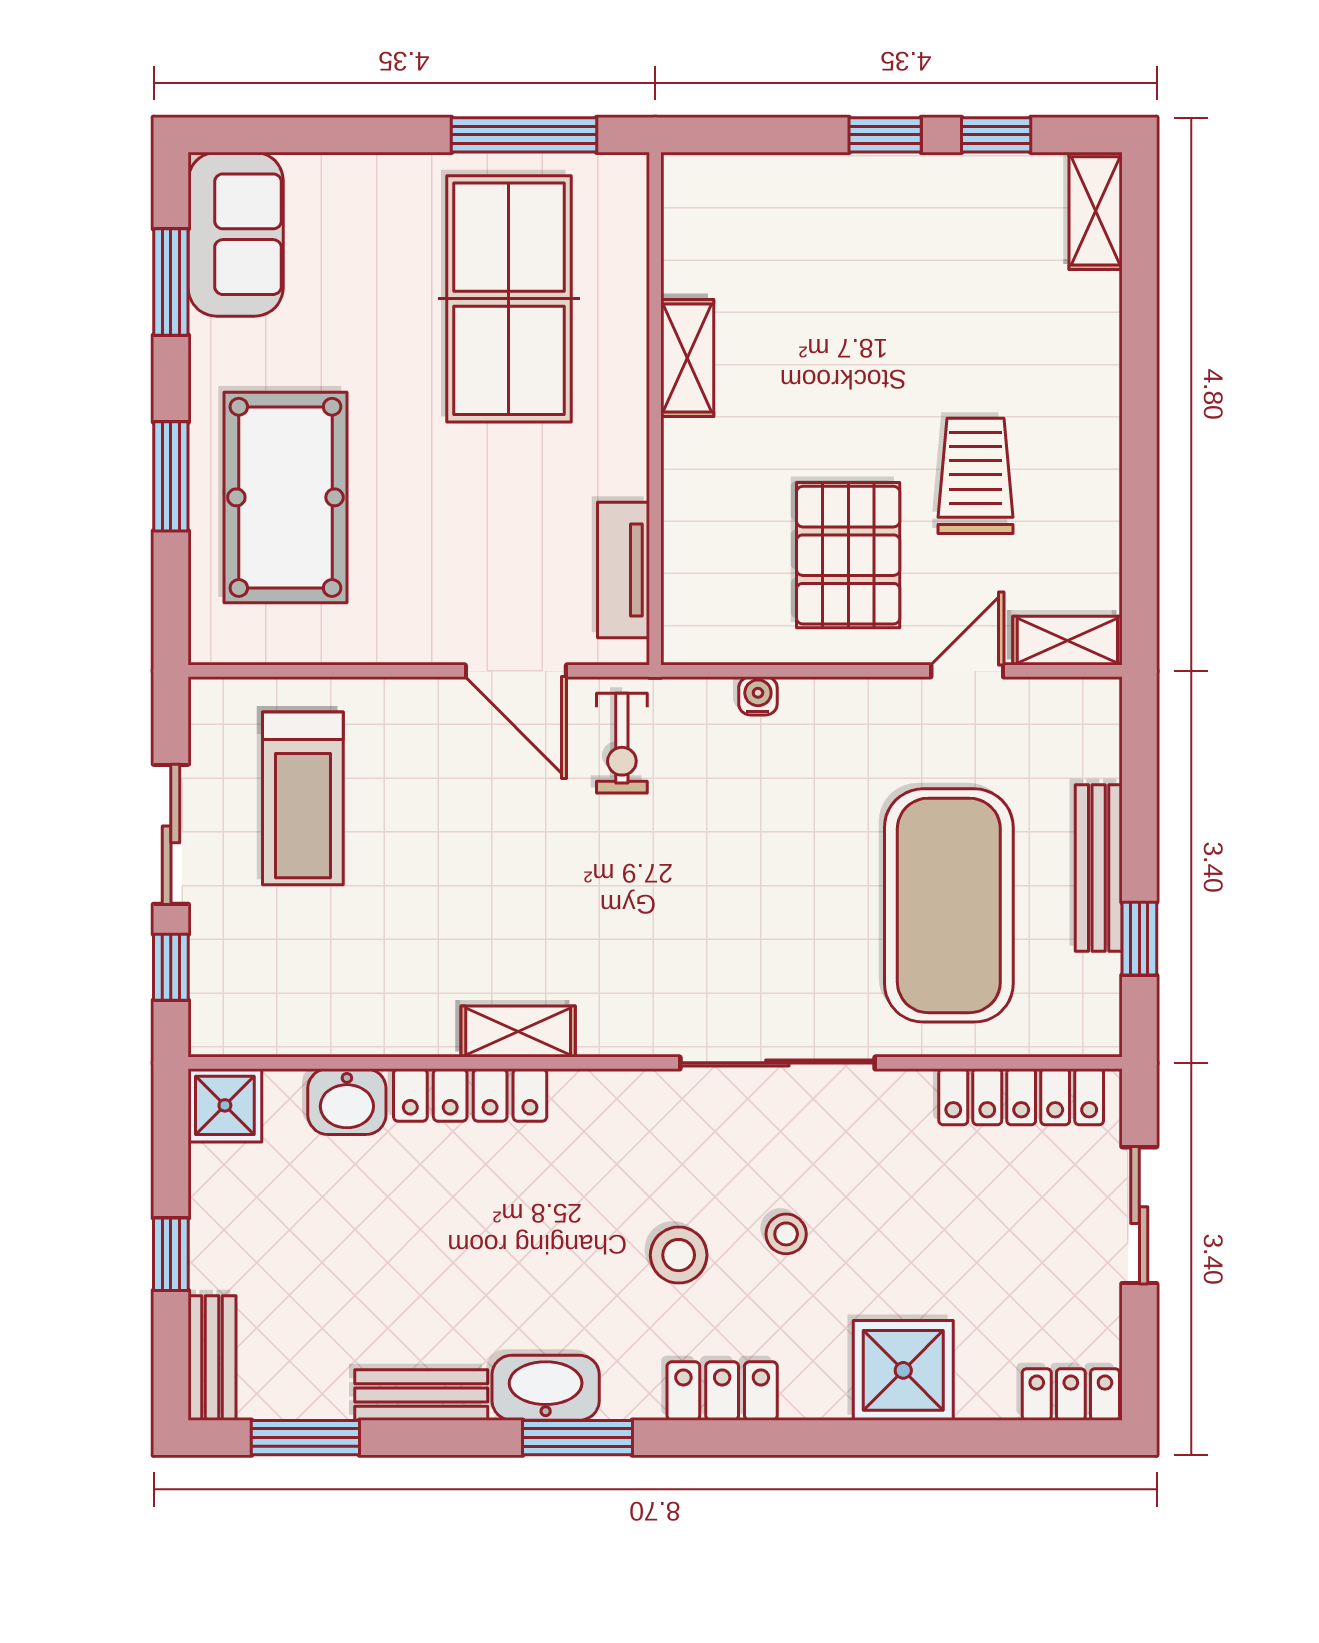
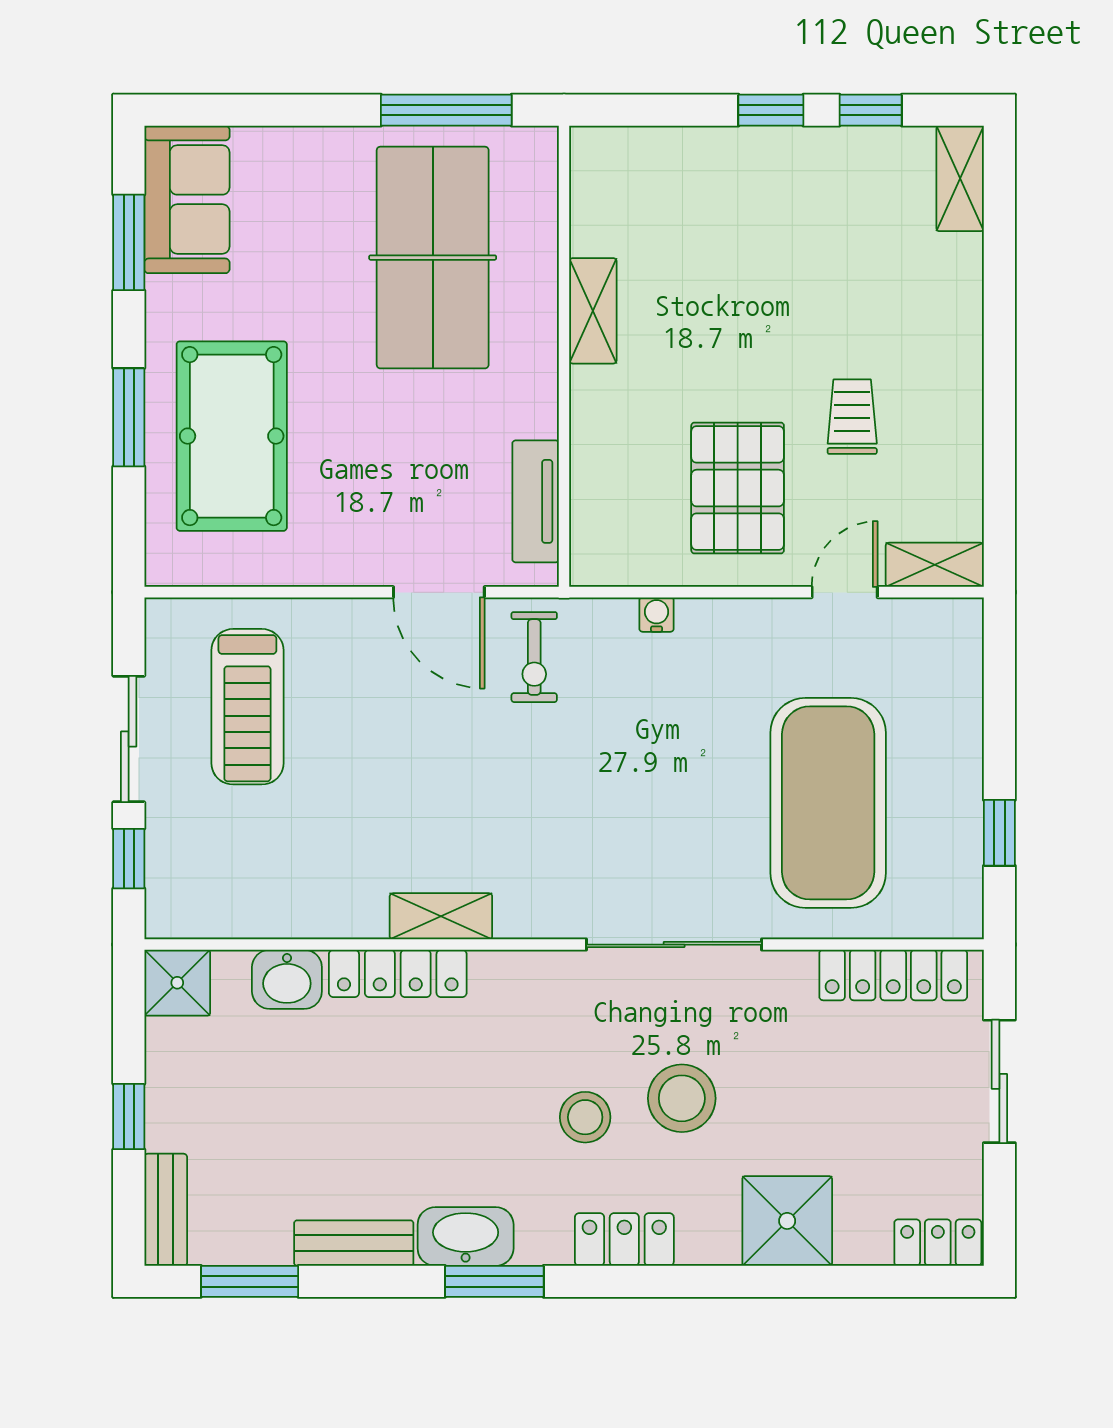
trolley: (976, 476) -> (852, 417), width x0.73, depth x0.72
bench: (1099, 868) -> (963, 769), removed
stool: (786, 1234) -> (682, 1098), width x1.89, depth x1.89

